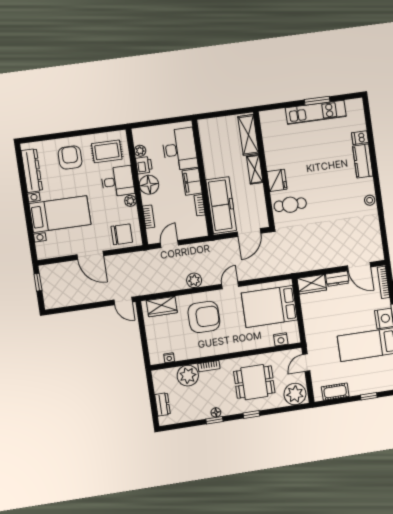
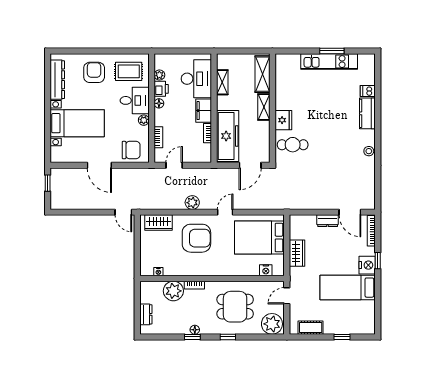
shelving: (207, 149) -> (222, 82), added
floor lamp: (149, 185) -> (159, 103), width x0.53, depth x0.53
wardrobe: (312, 284) -> (297, 253), moved, turned -90

